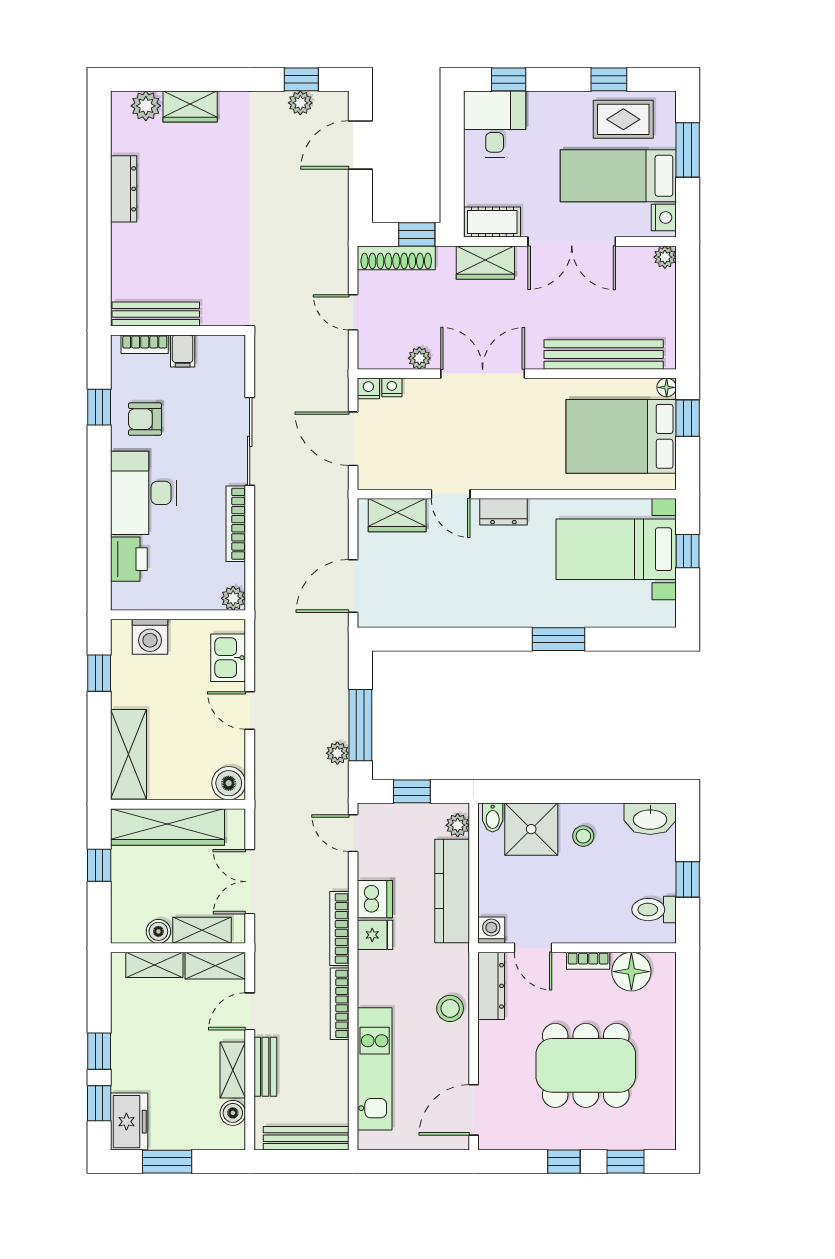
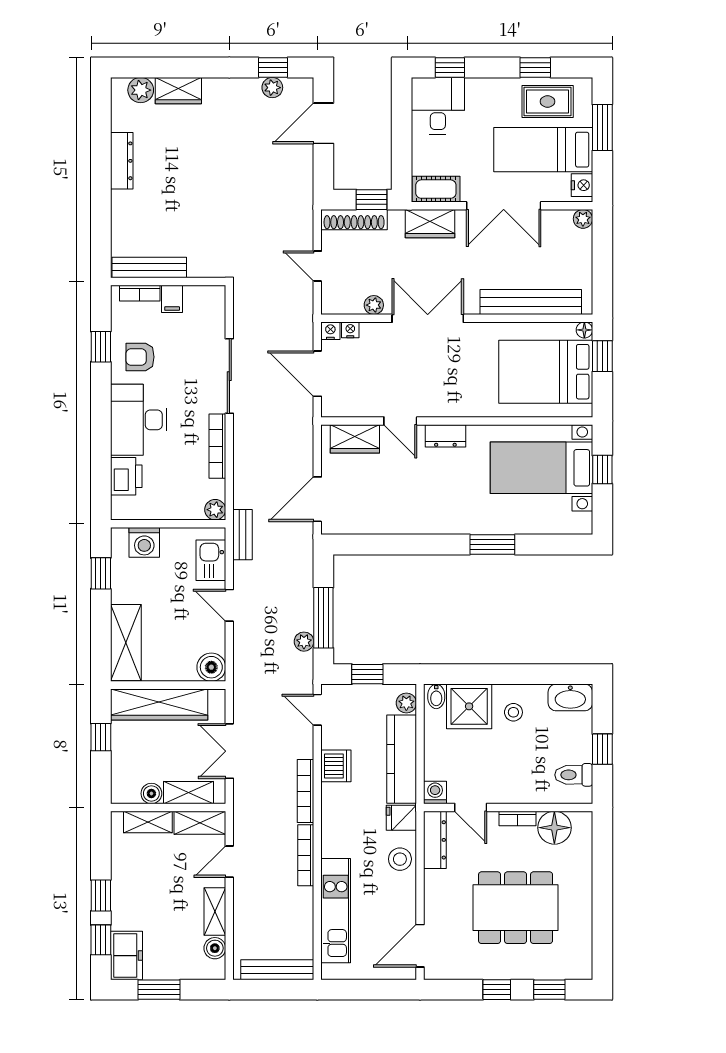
fridge: (375, 935) -> (401, 818), moved, turned 180
bench: (265, 1067) -> (243, 535), moved

